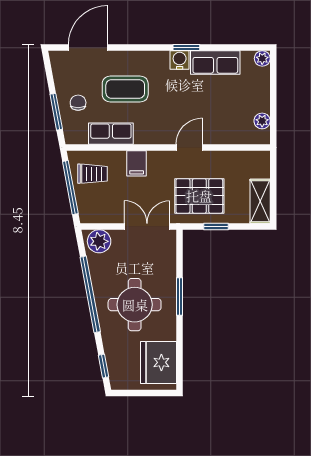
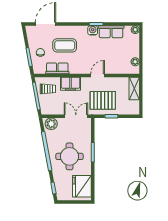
filing cabinet: (137, 163) -> (71, 84), width x2.00
shelving: (260, 201) -> (134, 88), moved

